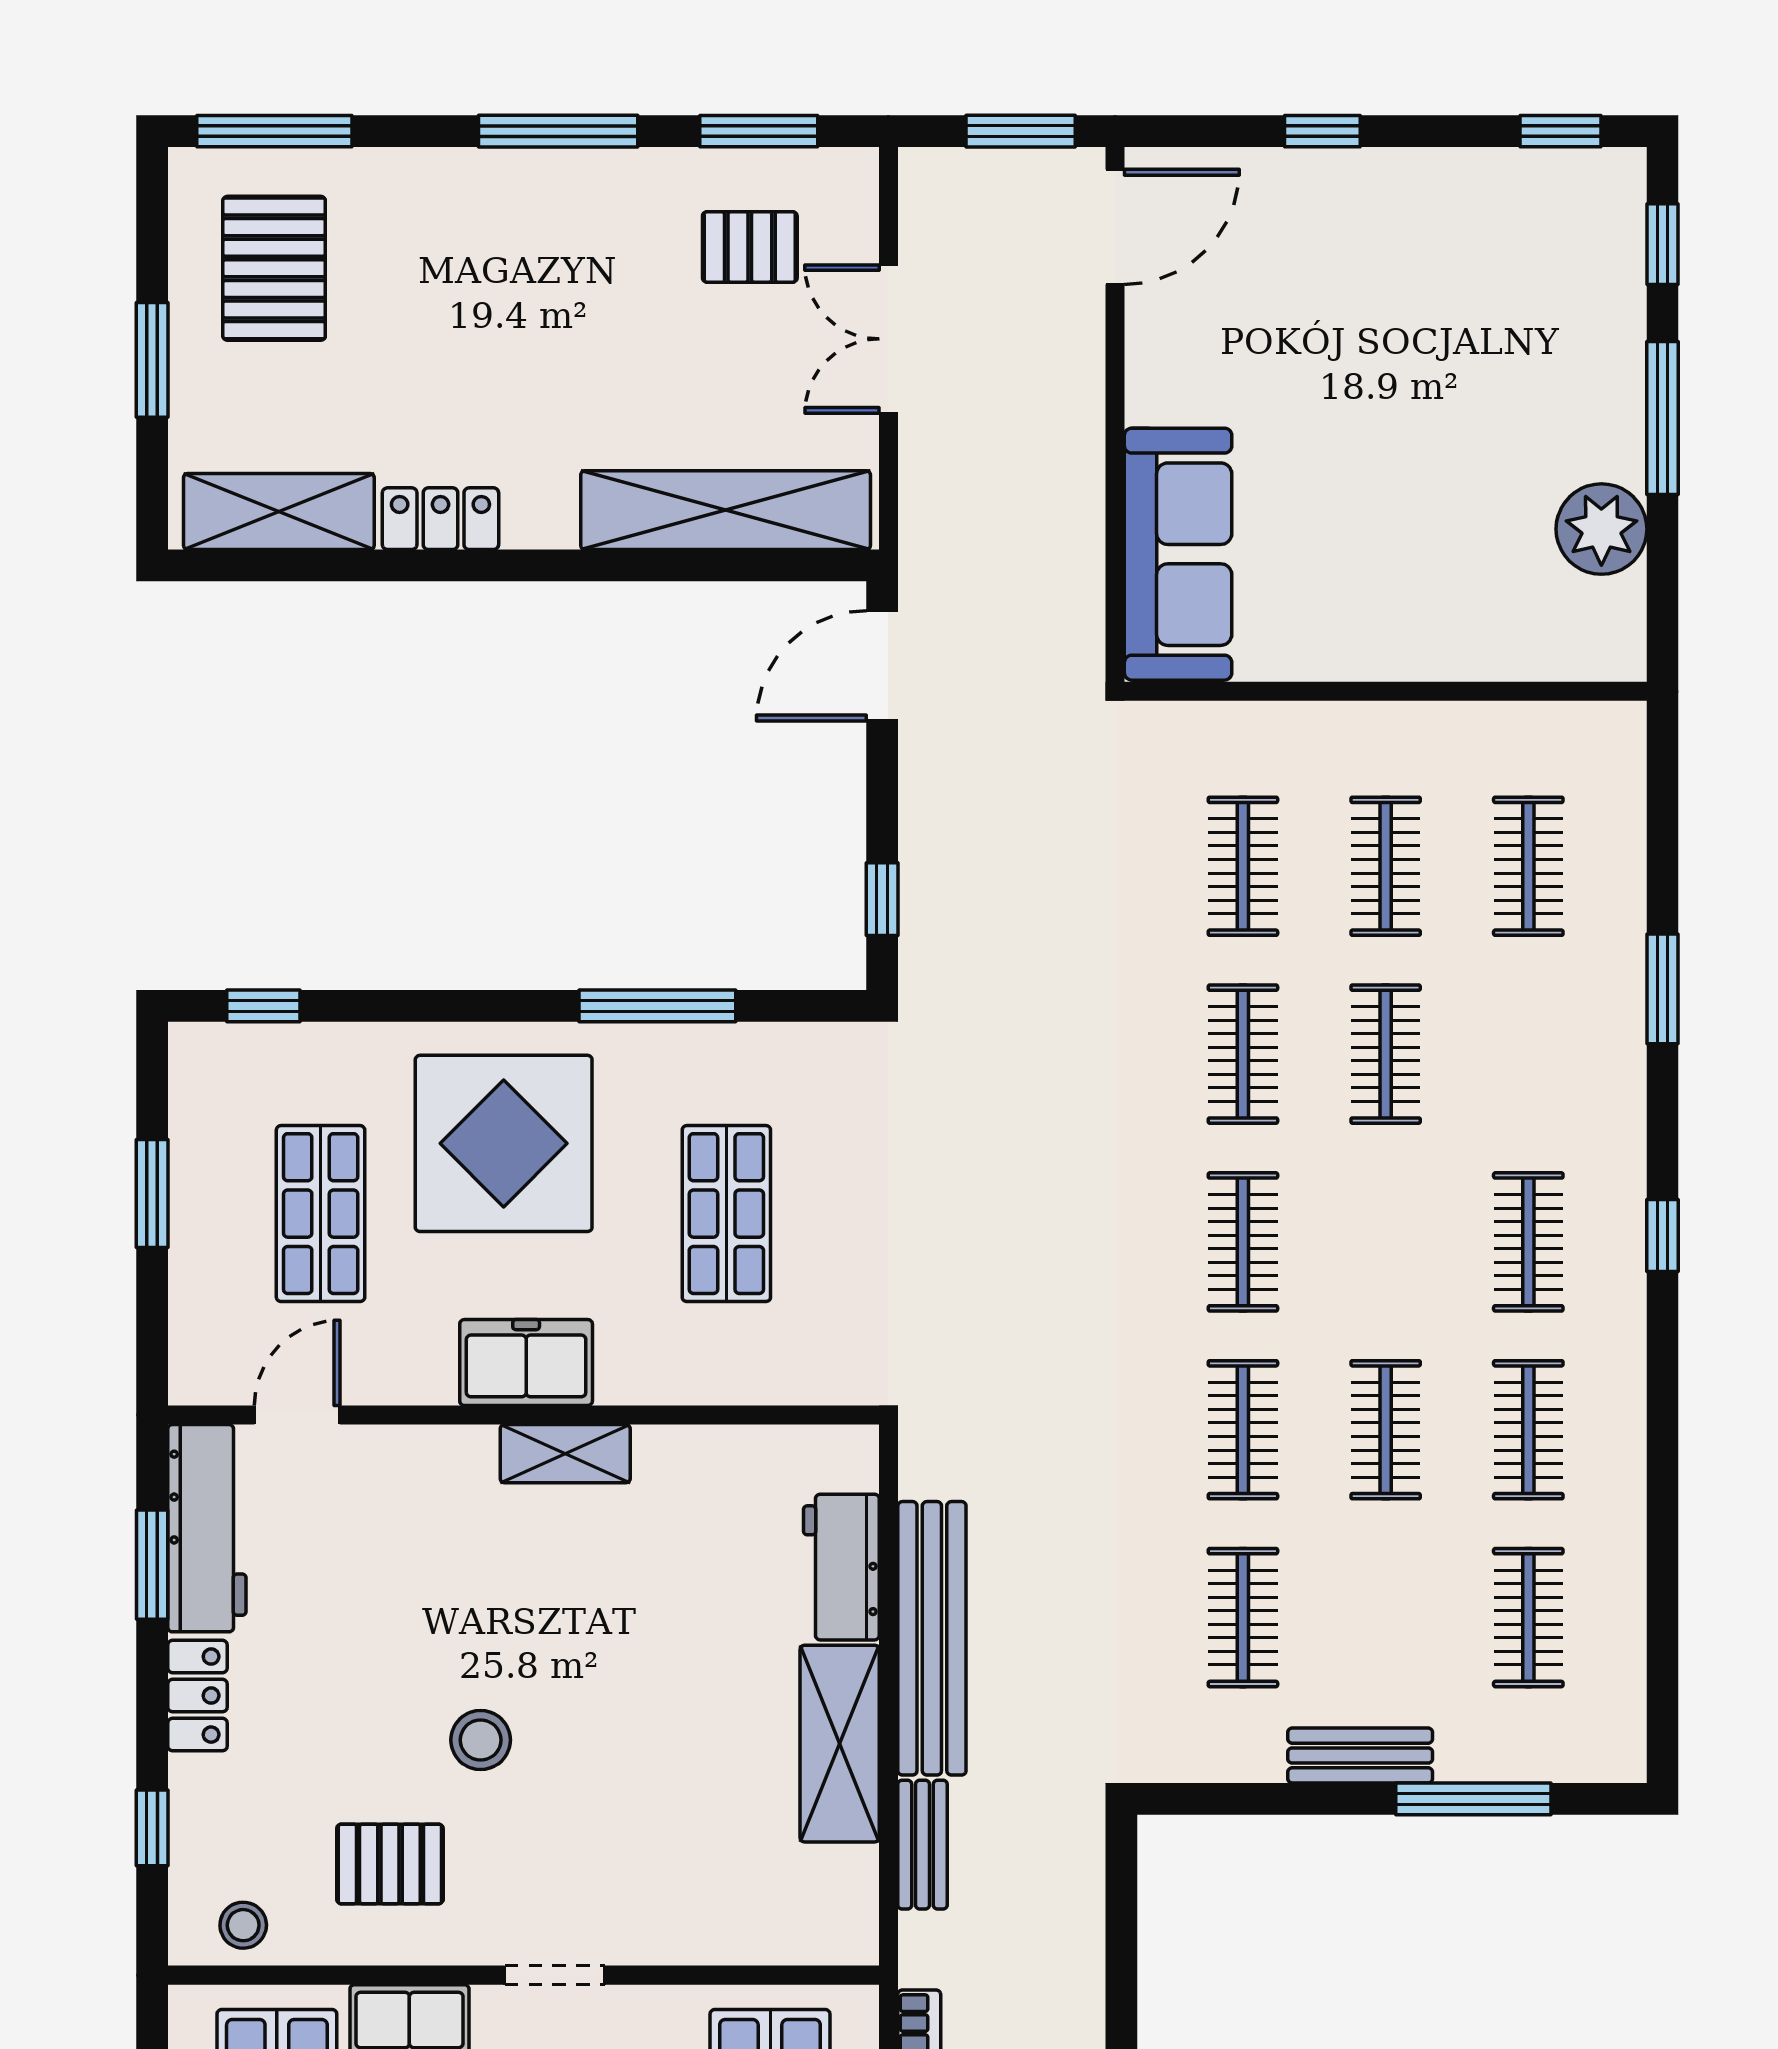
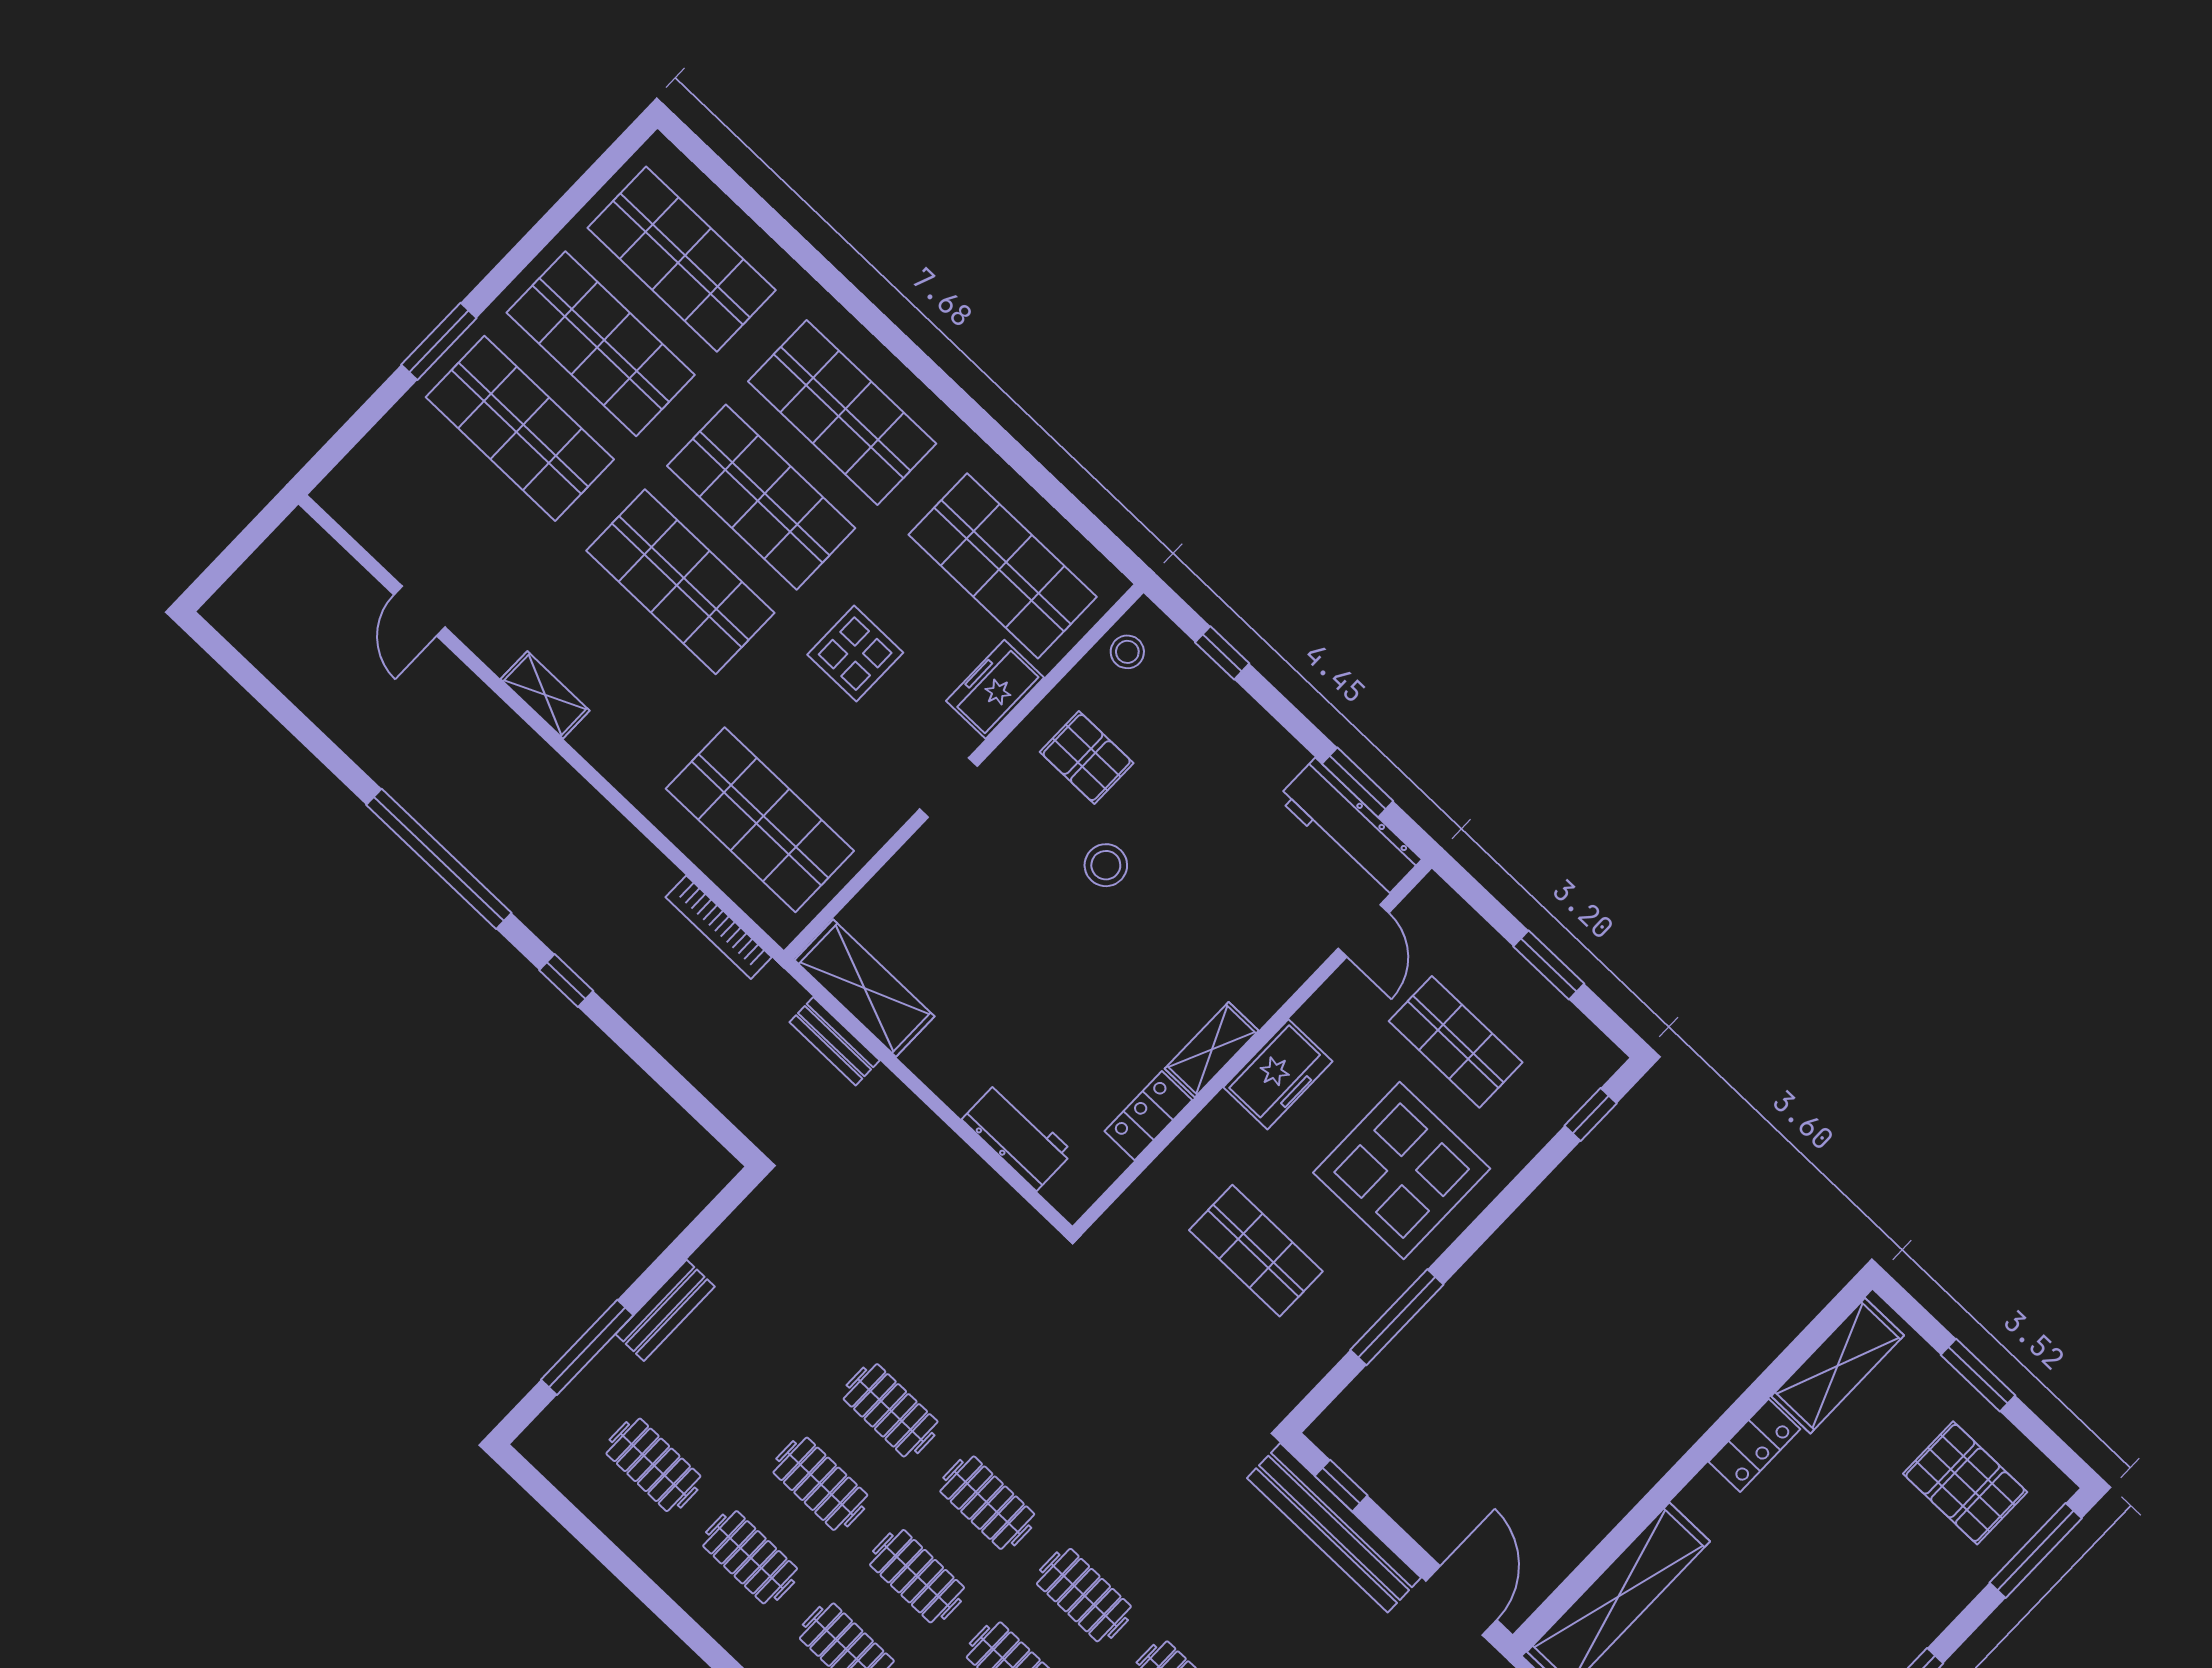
clothes rail: (1243, 1618) -> (917, 1576), moved
bench: (932, 1638) -> (1334, 1528), moved
locker: (197, 1696) -> (1148, 1116), moved, turned 90
shelving: (840, 1744) -> (865, 988), moved
pallet: (390, 1864) -> (1087, 758), turned 90

